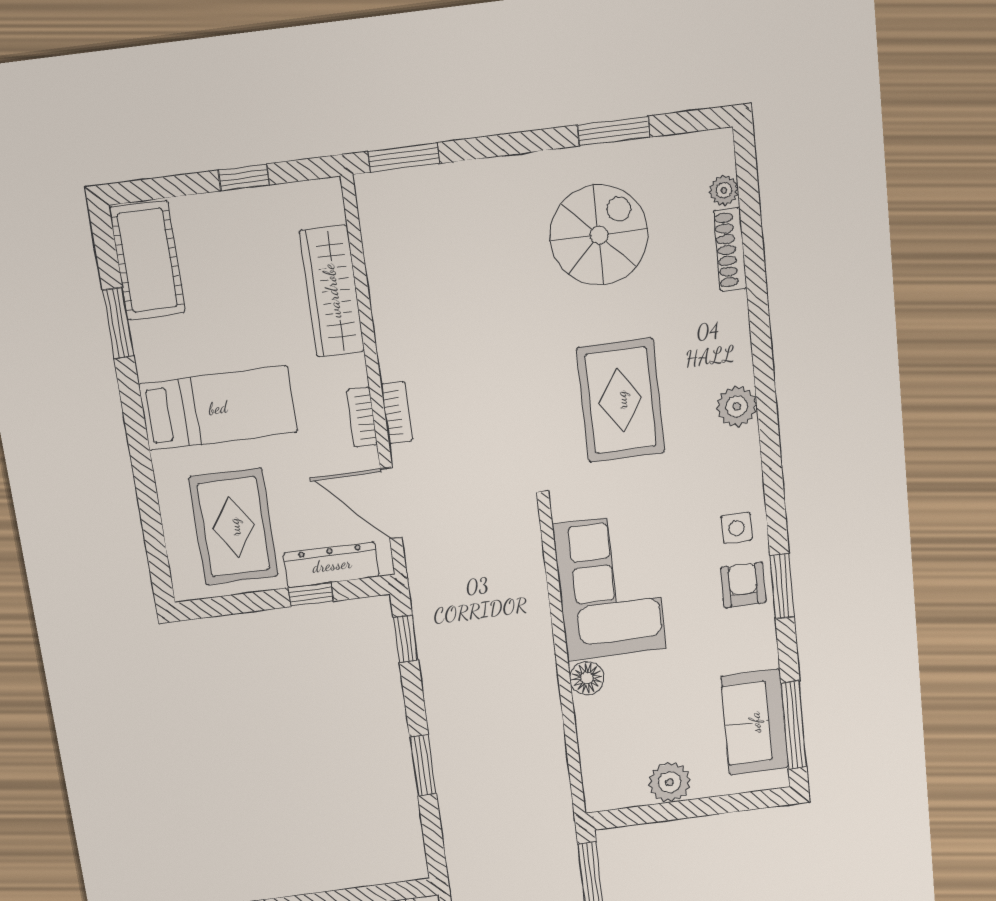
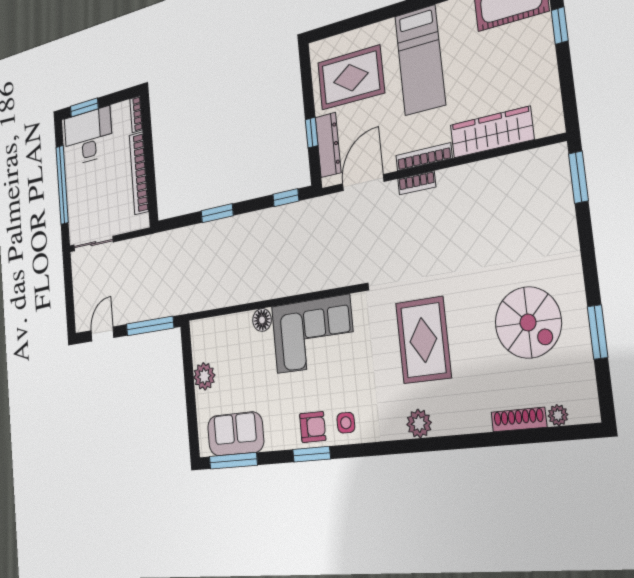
window: (244, 177) -> (560, 26), moved
rug: (621, 400) -> (423, 340), turned 90
bookcase: (362, 417) -> (424, 157), width x1.56

